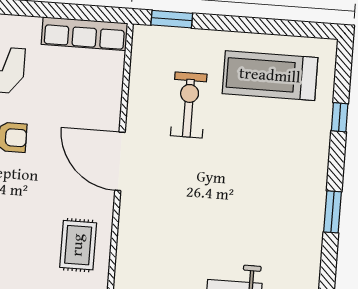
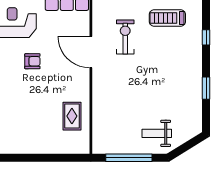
treadmill: (270, 76) -> (167, 18), width x0.73, depth x0.73
door: (120, 161) -> (91, 52), moved

